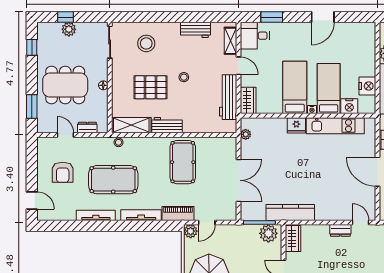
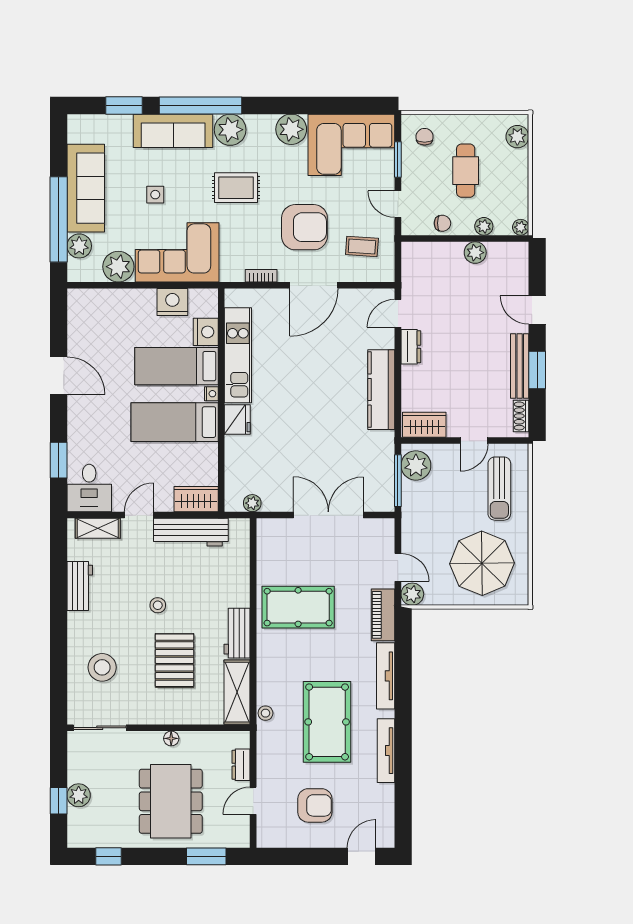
kitchen counter: (290, 212) -> (381, 390), moved

